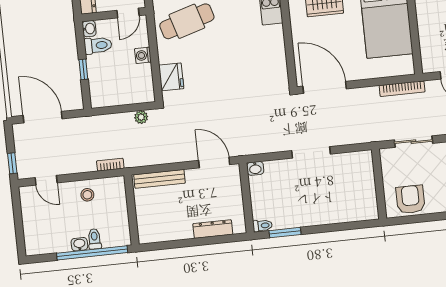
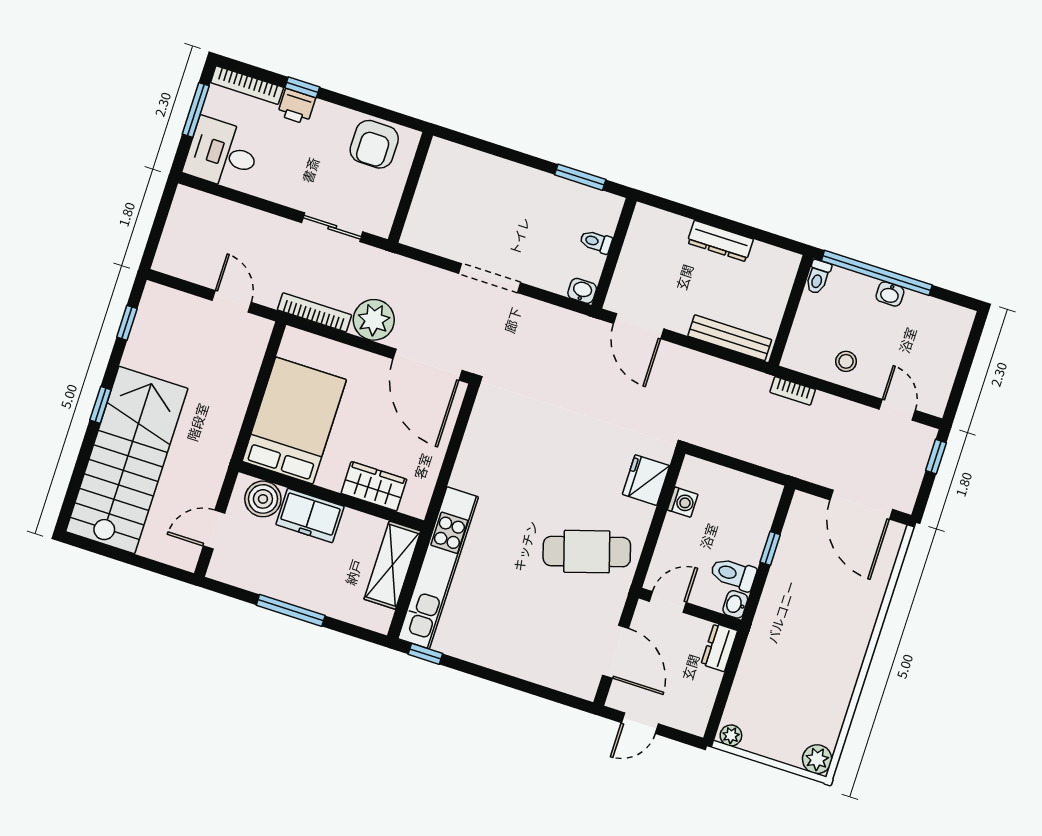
washing machine: (143, 55) -> (683, 502), moved
plant: (141, 117) -> (374, 320), moved, width x1.87, depth x1.87
toilet: (263, 226) -> (596, 242), moved
dresser: (213, 229) -> (720, 241), moved
toilet: (94, 239) -> (818, 277), moved

